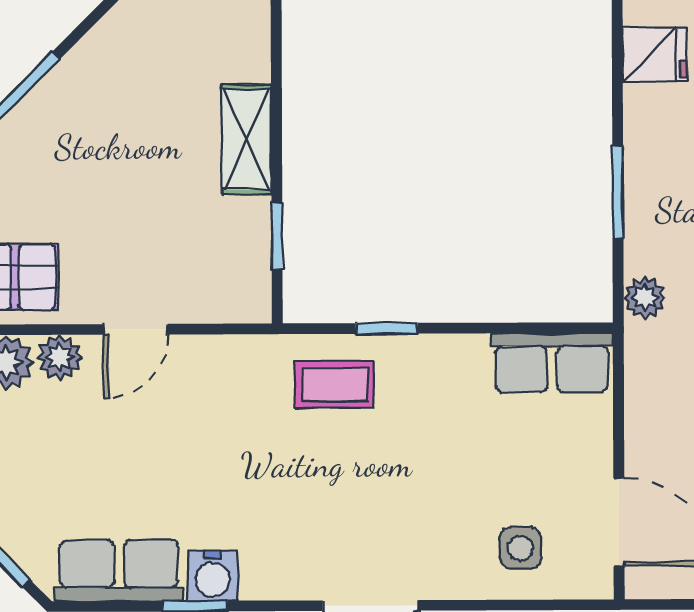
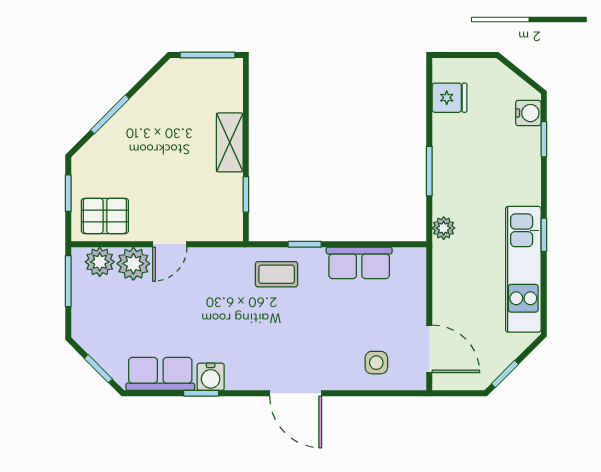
plant: (60, 357) -> (133, 264), width x1.38, depth x1.38
row of seats: (552, 362) -> (359, 263), moved

